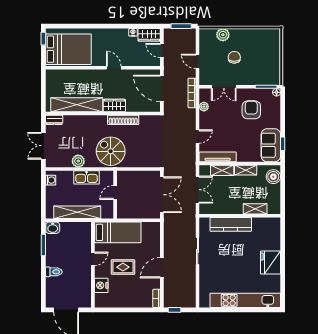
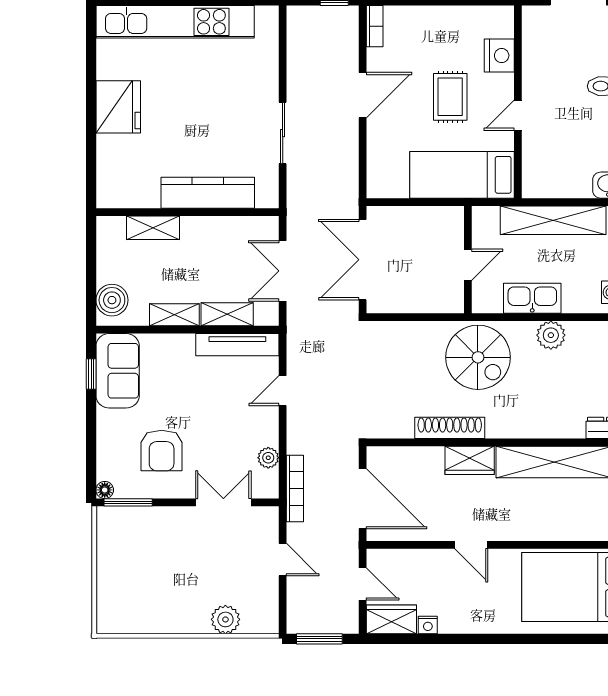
chair: (234, 57) -> (200, 569), removed
rug: (123, 267) -> (450, 97), turned 90

